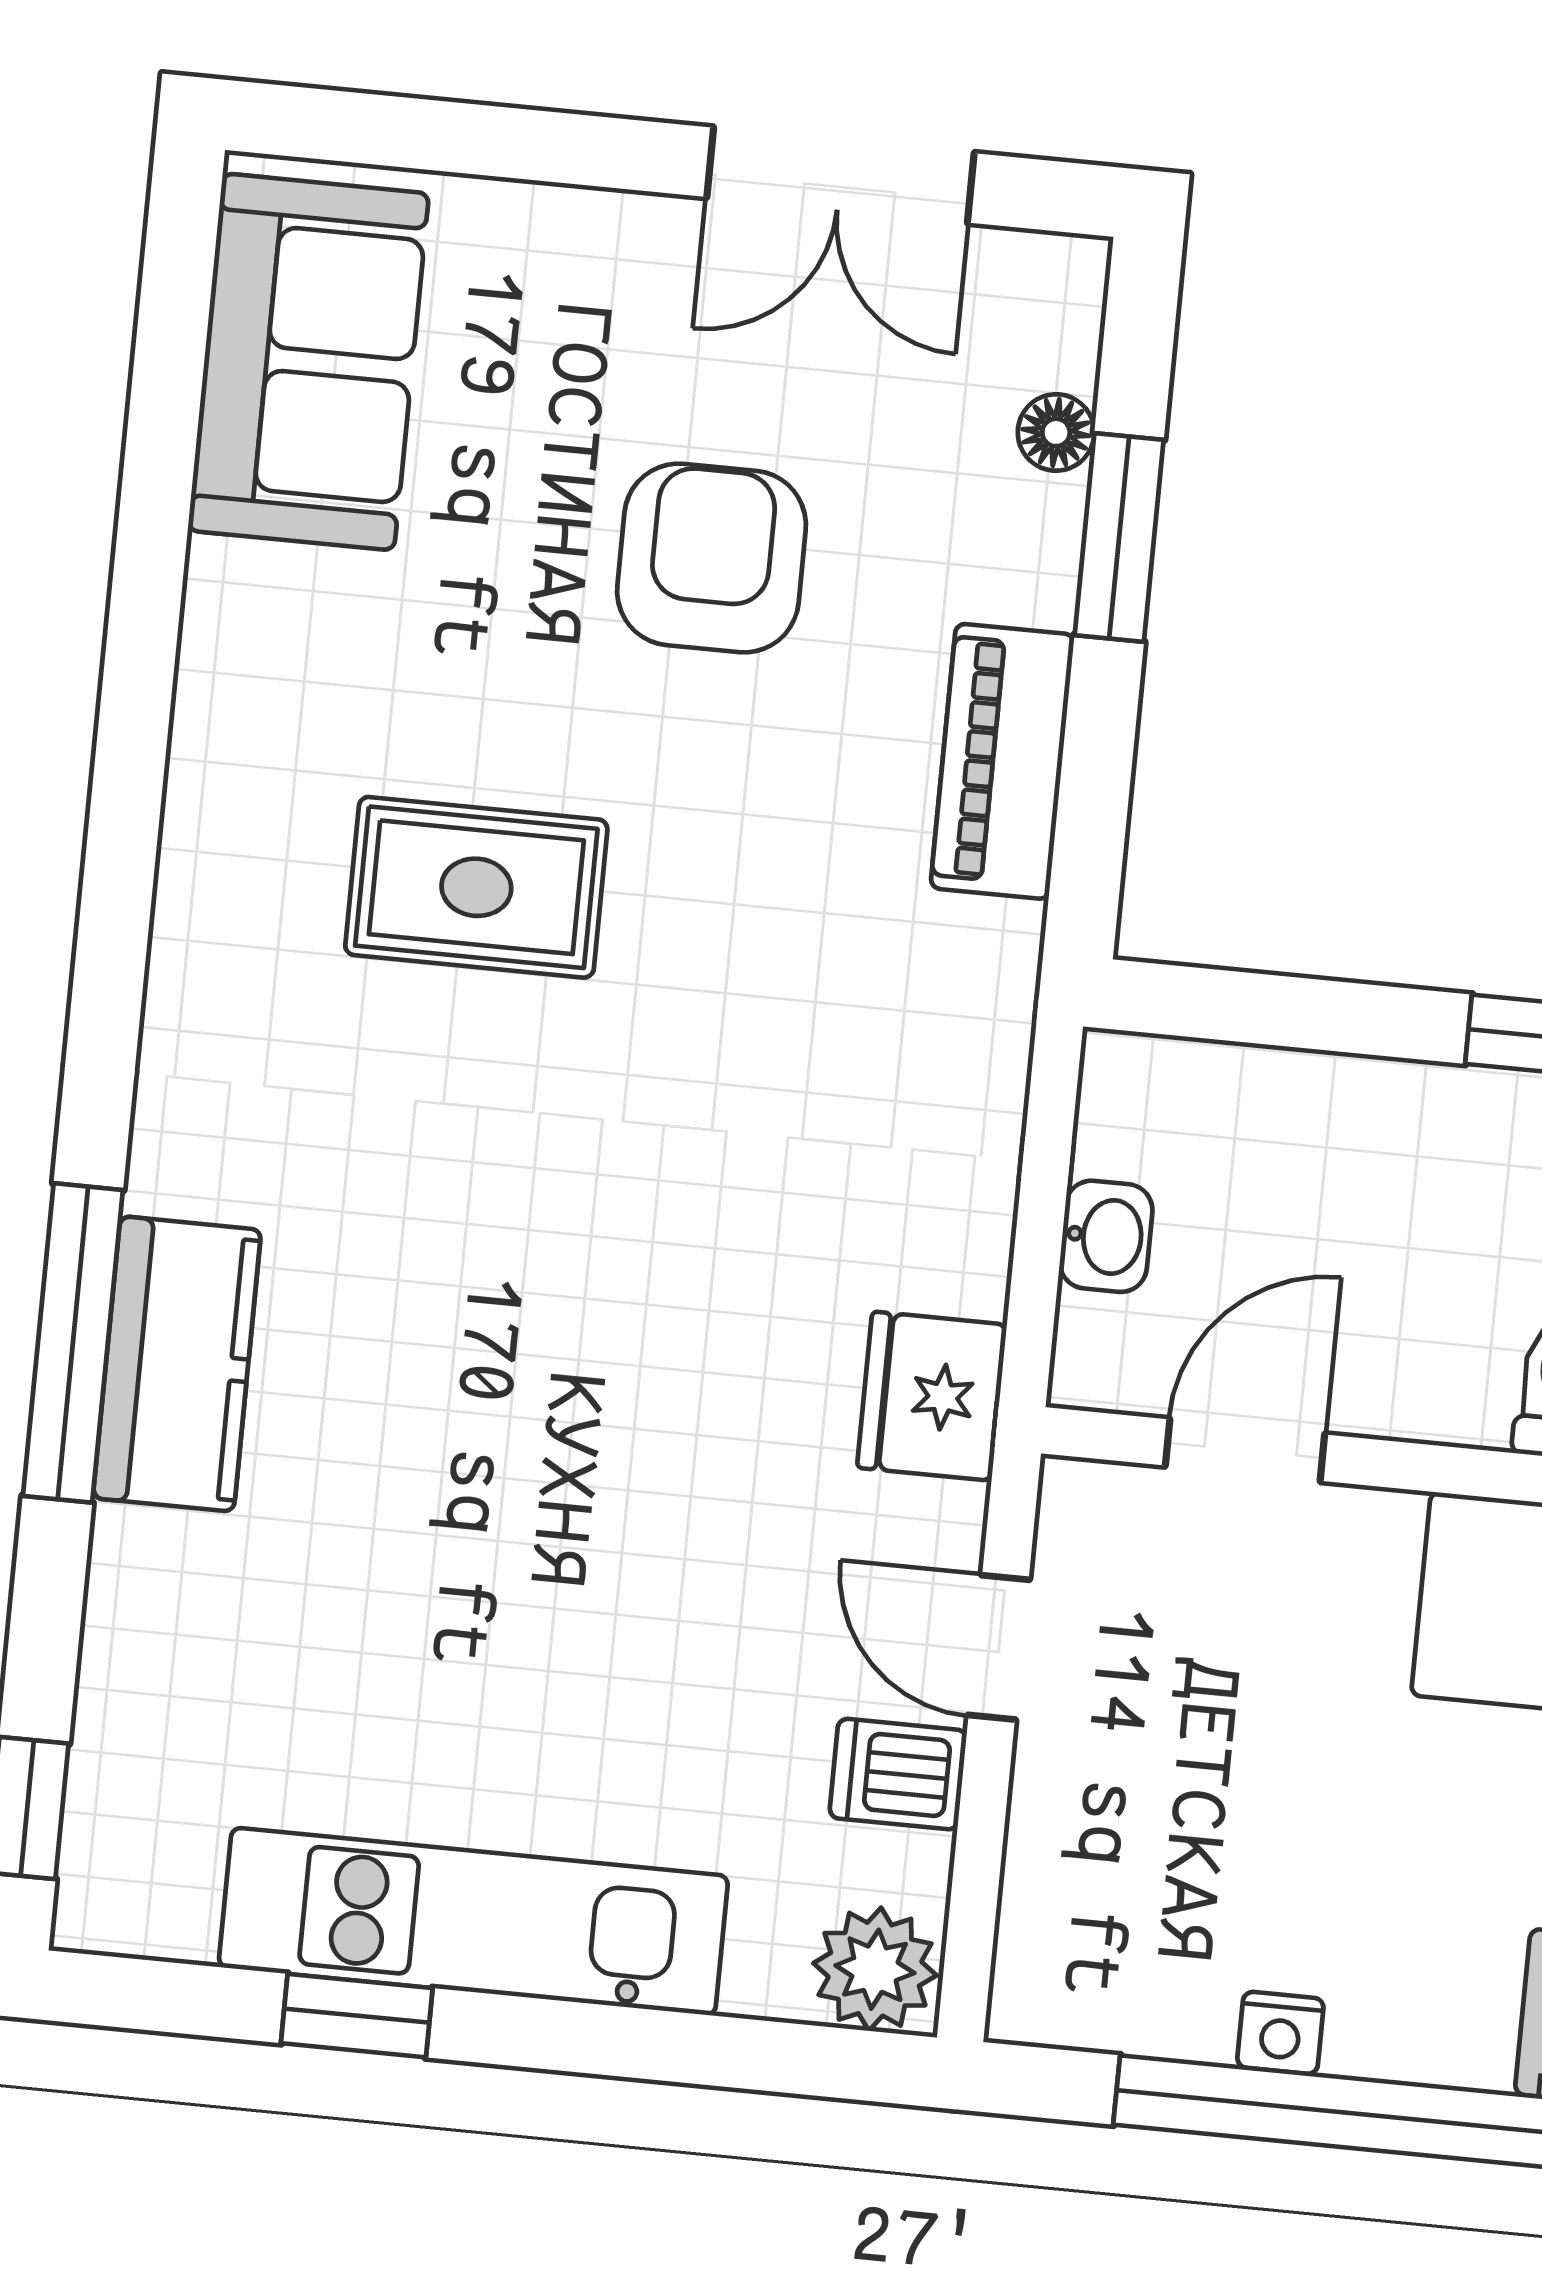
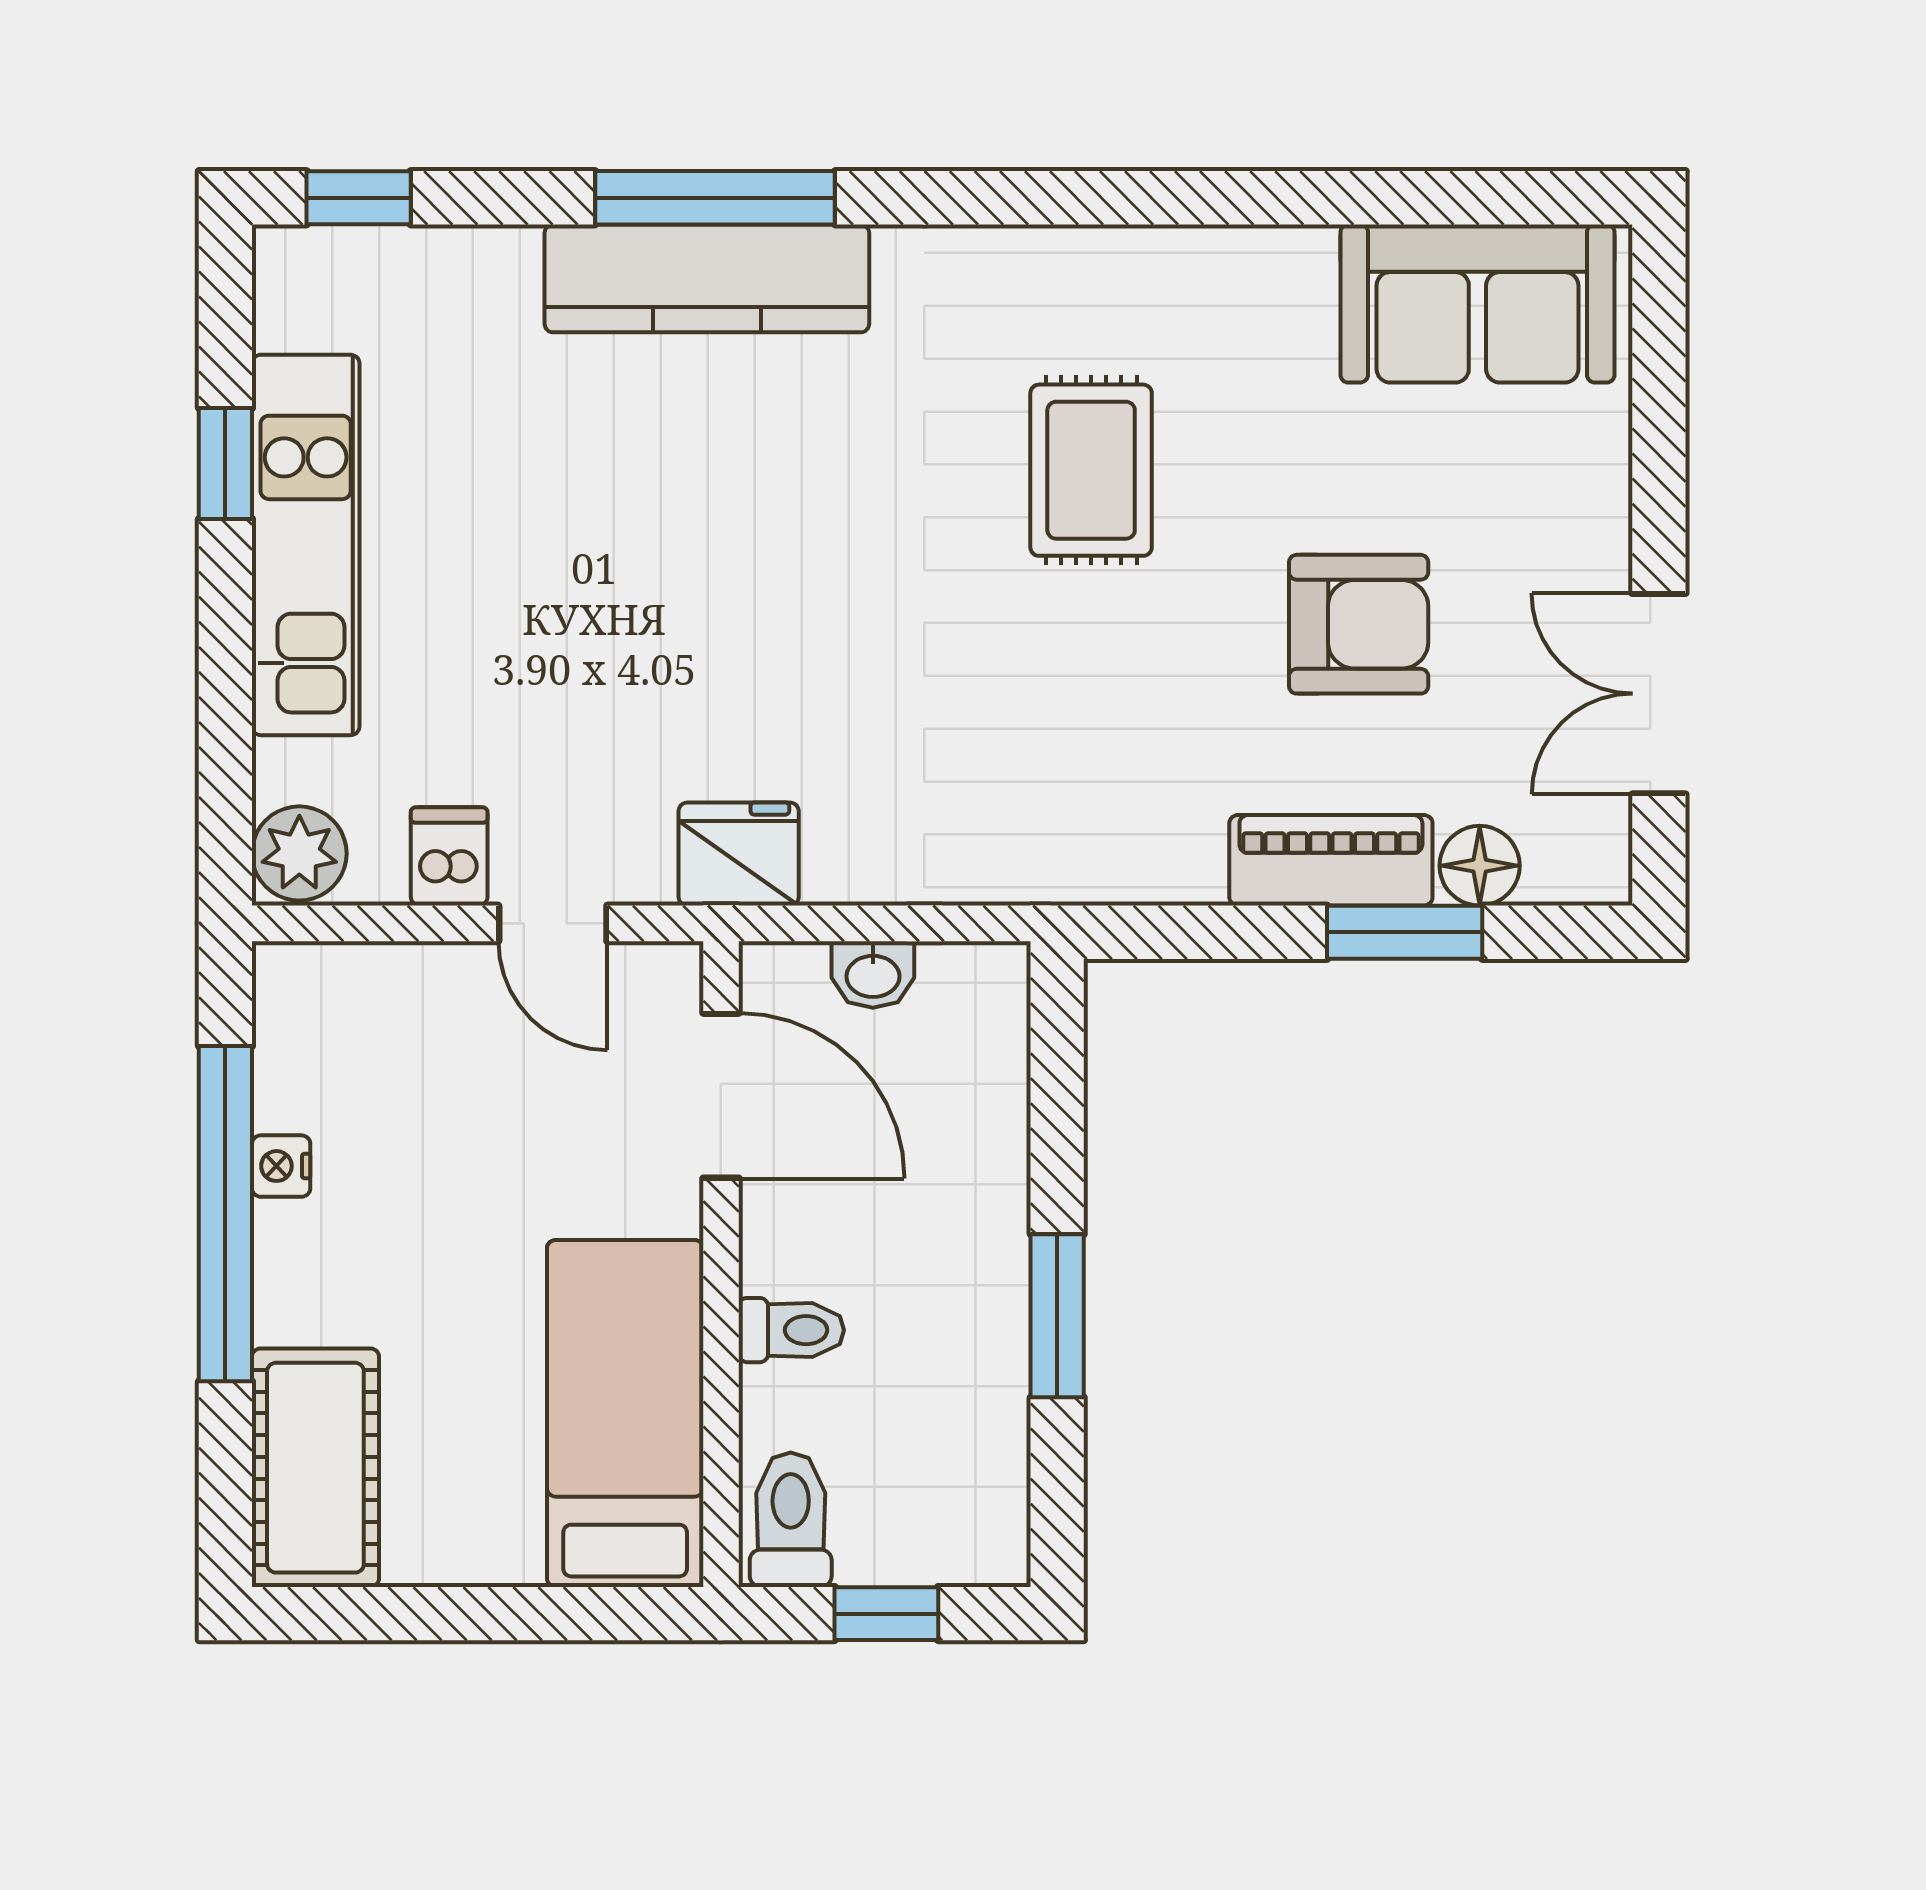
floor lamp: (1056, 432) -> (1480, 866), width x1.37, depth x1.37
piano: (1002, 761) -> (1331, 860), moved
kitchen counter: (177, 1364) -> (707, 278), width x1.50
door: (1245, 1450) -> (721, 1096), width x1.38
door: (999, 1647) -> (553, 923), swing flipped

